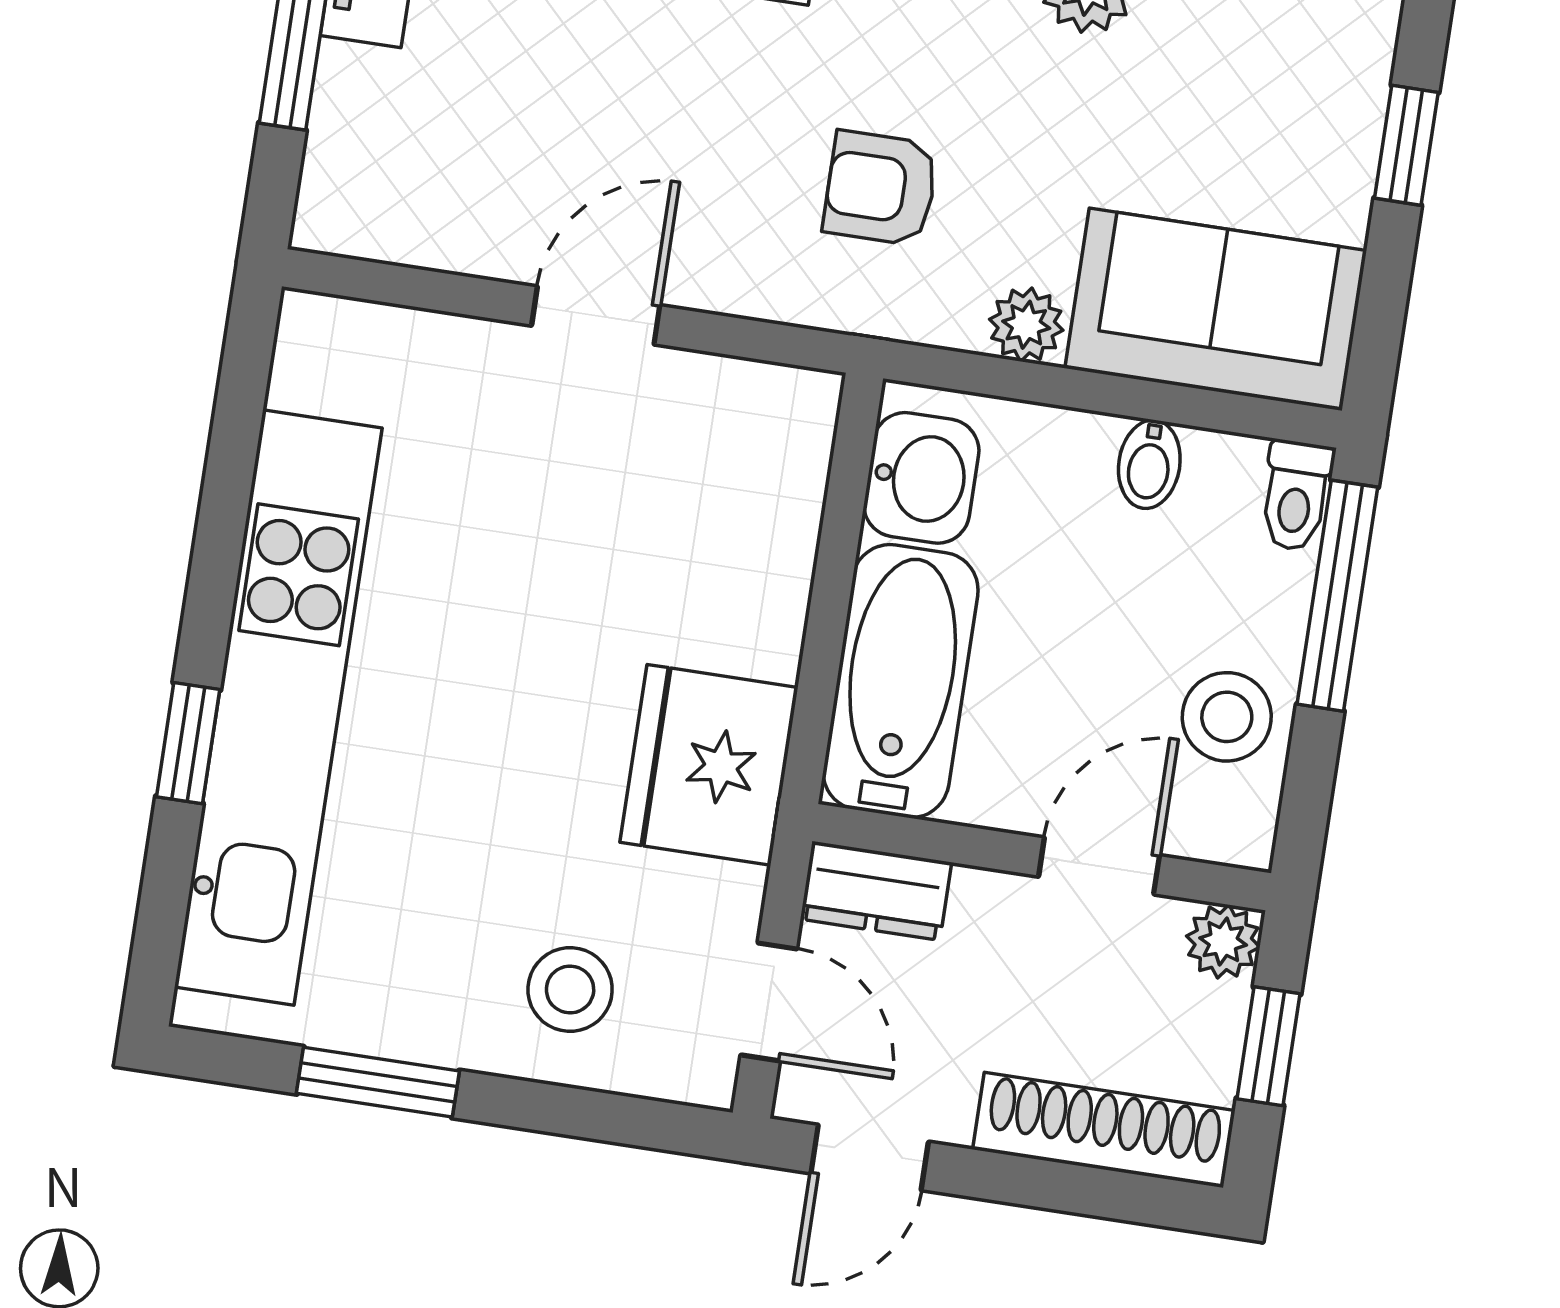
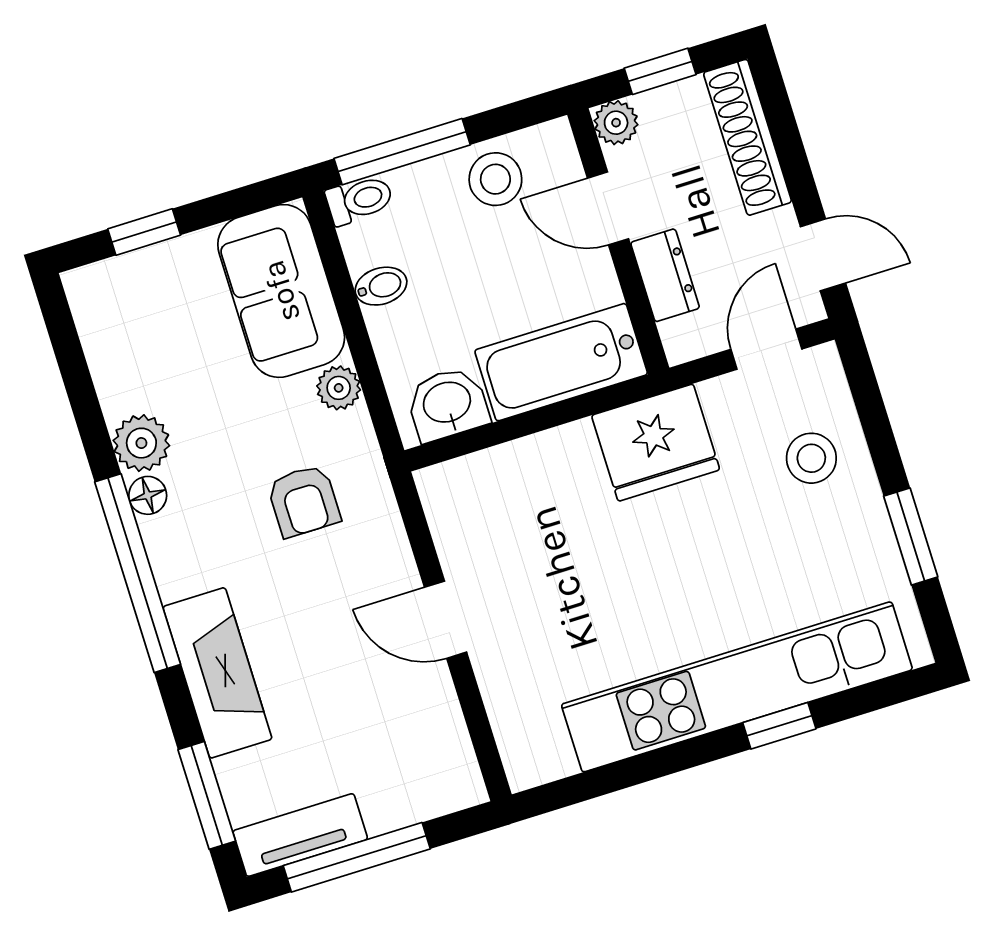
dresser: (876, 891) -> (665, 275), moved

